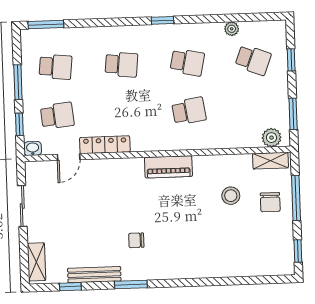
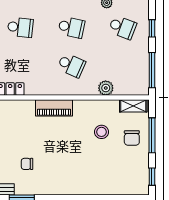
school desk: (189, 111) -> (71, 65), turned 33
window: (293, 114) -> (152, 70), width x1.44
plant: (272, 138) -> (106, 88), moved

